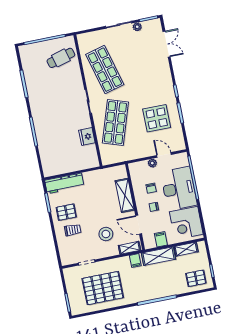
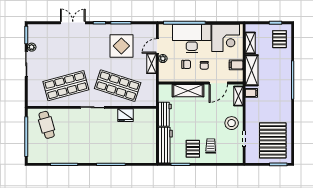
double door: (167, 44) -> (73, 23), moved
shelving: (145, 153) -> (152, 64), added
workbench: (96, 177) -> (165, 114), added
stool: (106, 234) -> (232, 123), moved
pallet: (103, 288) -> (273, 140), moved

